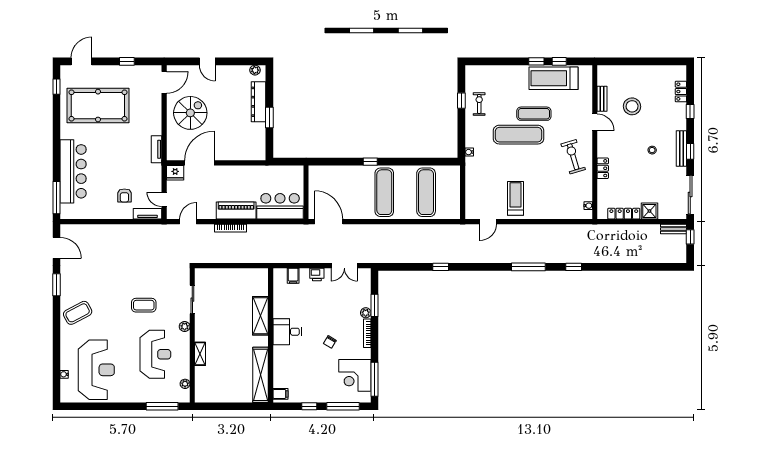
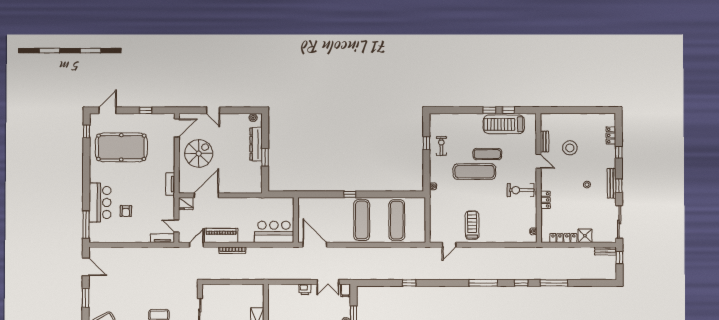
exercise bike: (573, 157) -> (520, 190), turned -73
bar counter: (73, 171) -> (100, 203), width x0.73
armchair: (124, 195) -> (126, 211), moved
piano: (236, 211) -> (221, 235), moved
window: (612, 267) -> (554, 283), added
filing cabinet: (293, 276) -> (346, 290), moved

